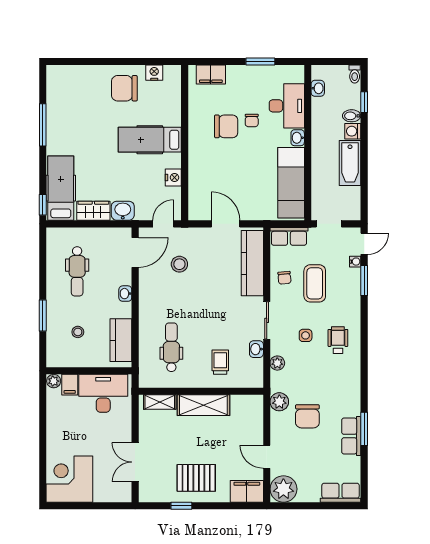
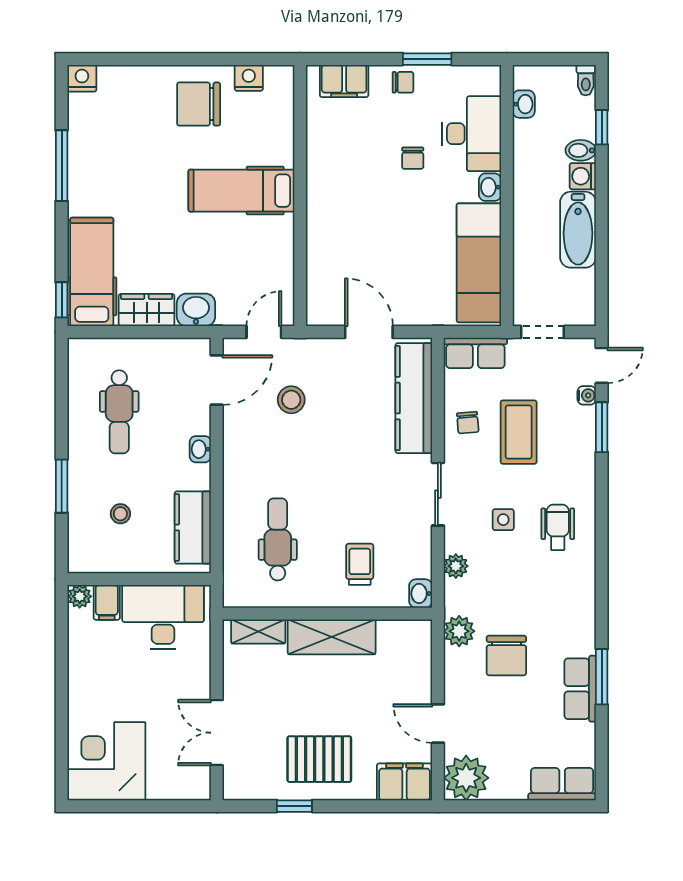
chair: (226, 126) -> (403, 82), moved, width x0.54, depth x0.54
nightstand: (173, 177) -> (82, 78), moved, turned -90
washbasin: (256, 349) -> (421, 593), moved

